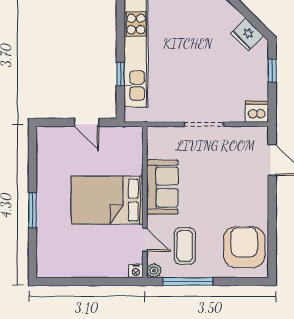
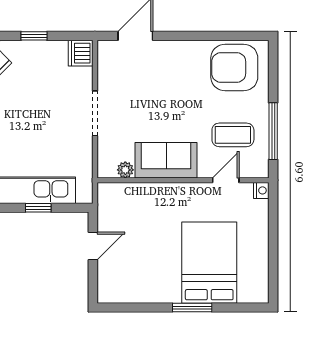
bed: (107, 200) -> (209, 263), moved, turned 180
plant: (154, 271) -> (125, 170), moved

